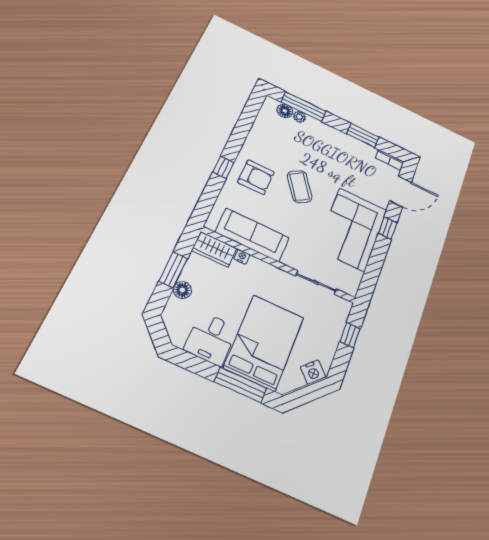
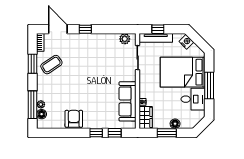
armchair: (256, 177) -> (74, 119), moved
coffee table: (300, 187) -> (51, 65), moved
window: (211, 193) -> (115, 133), added
corner sofa: (352, 229) -> (97, 49), removed
plant: (353, 277) -> (125, 39), added
tv unit: (337, 325) -> (156, 38), added
window: (240, 385) -> (209, 85), moved

